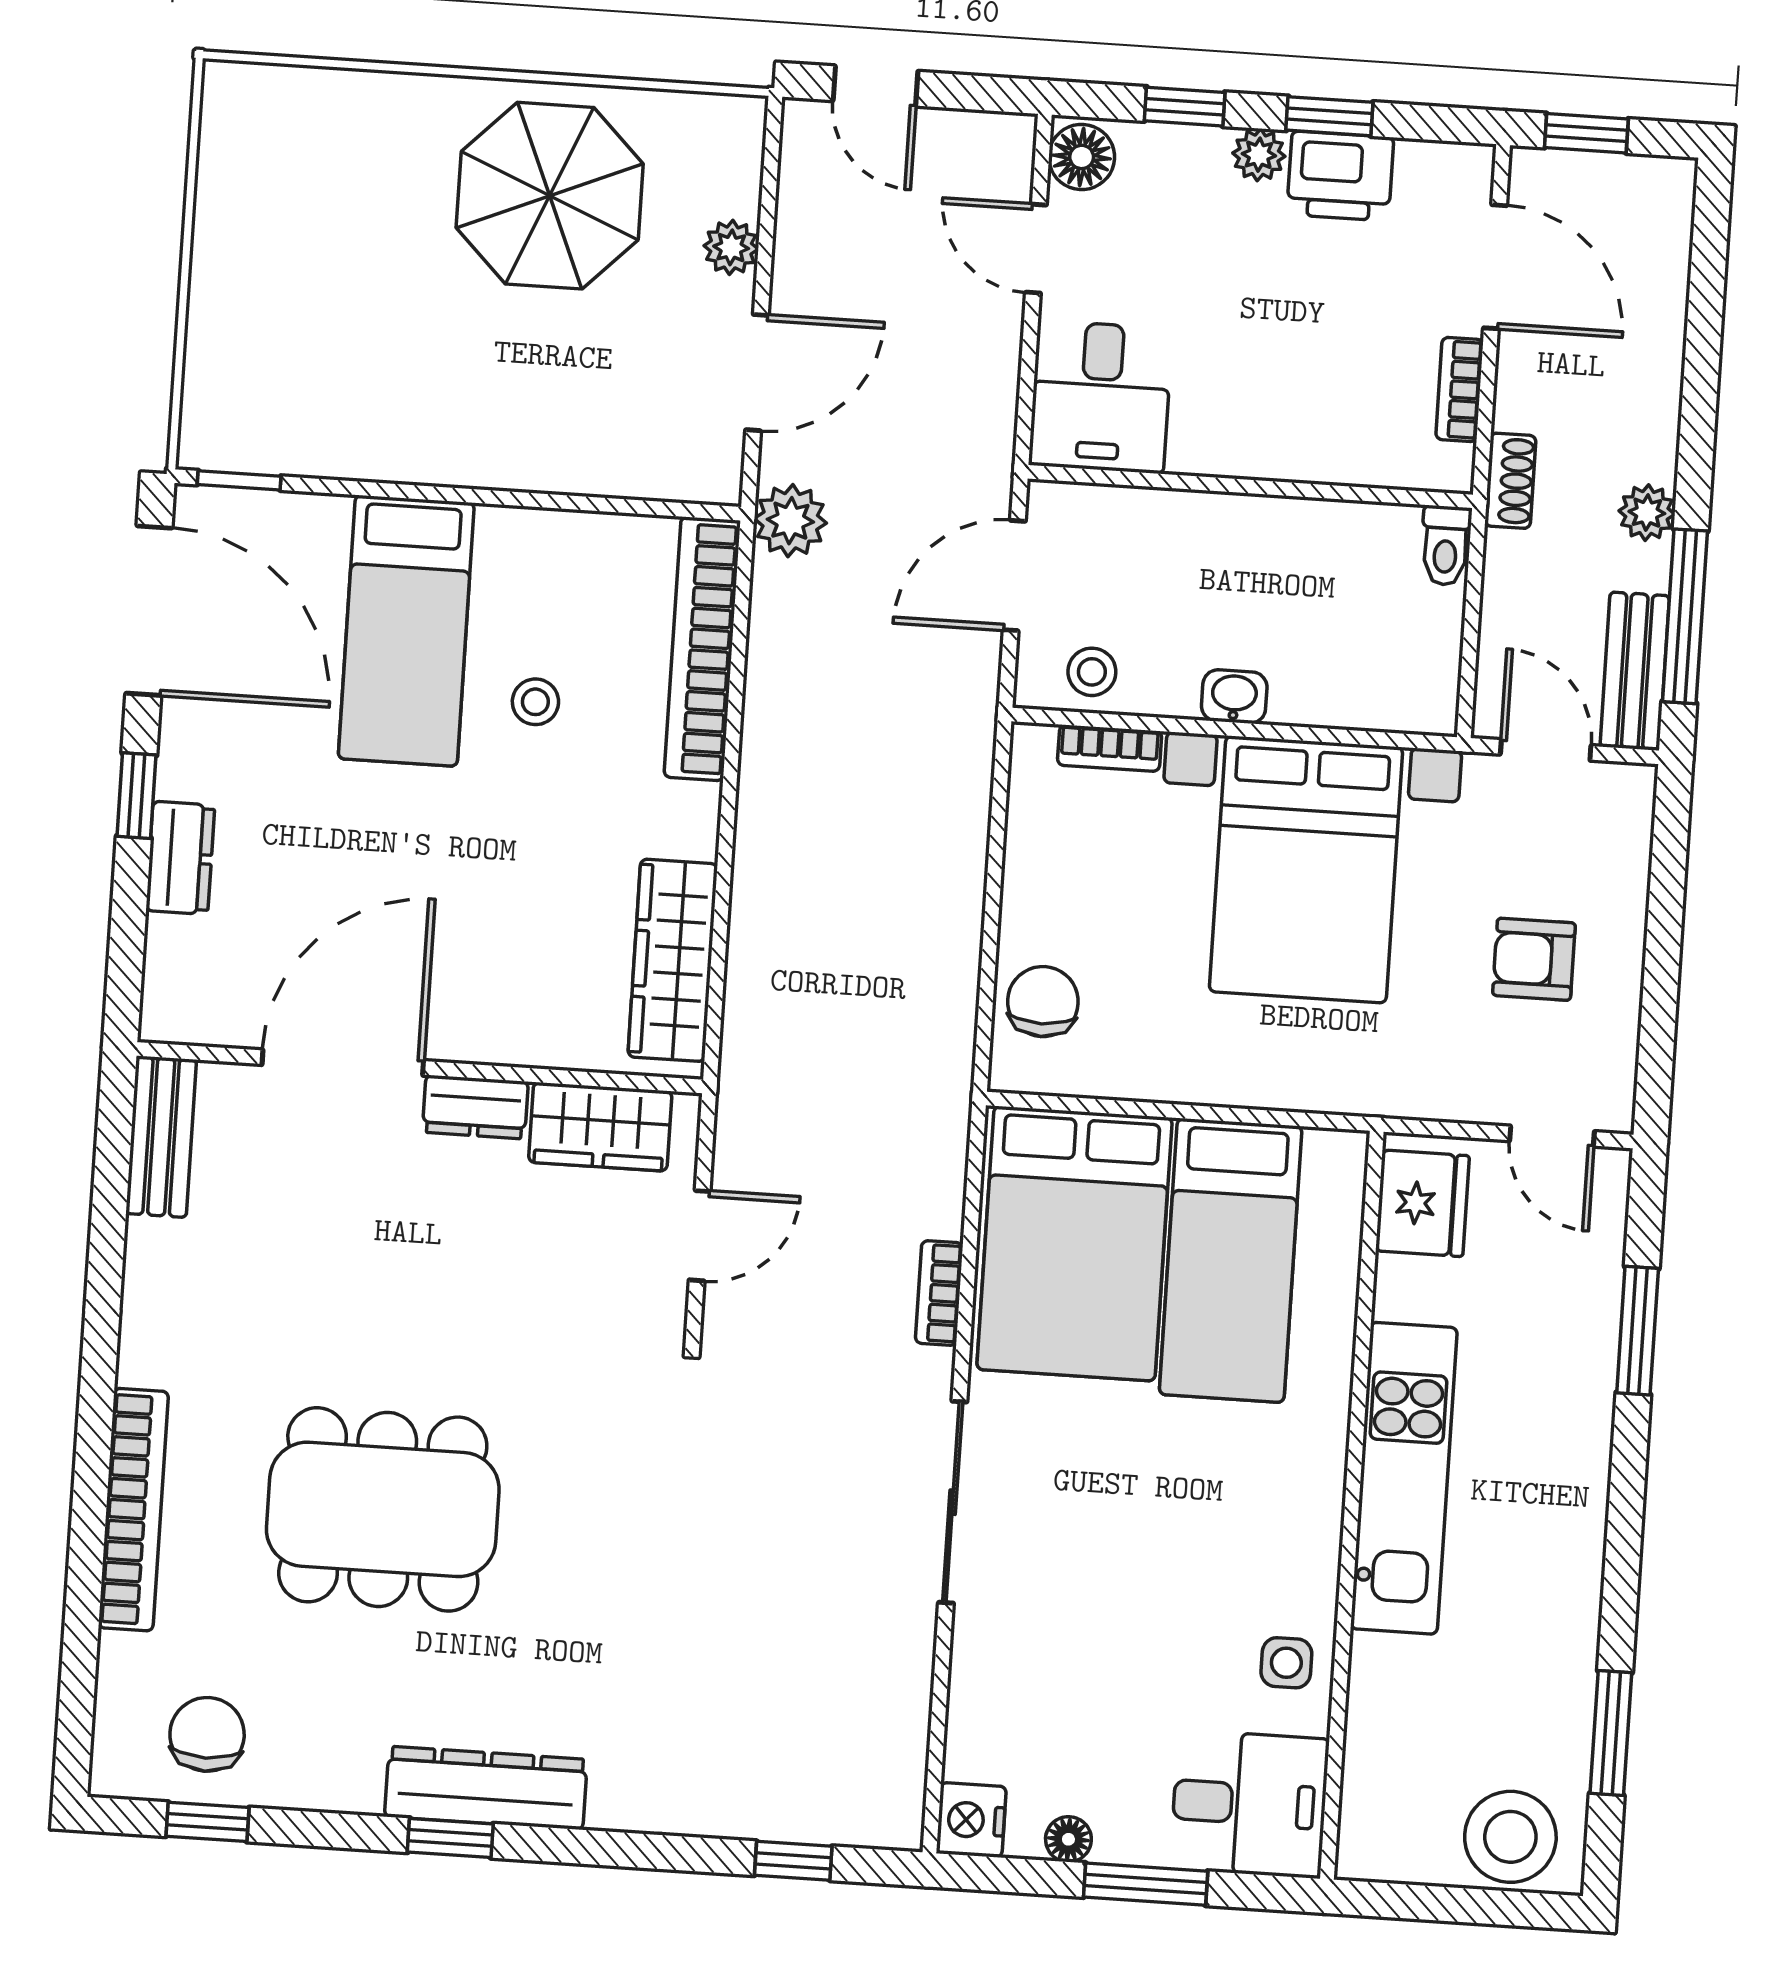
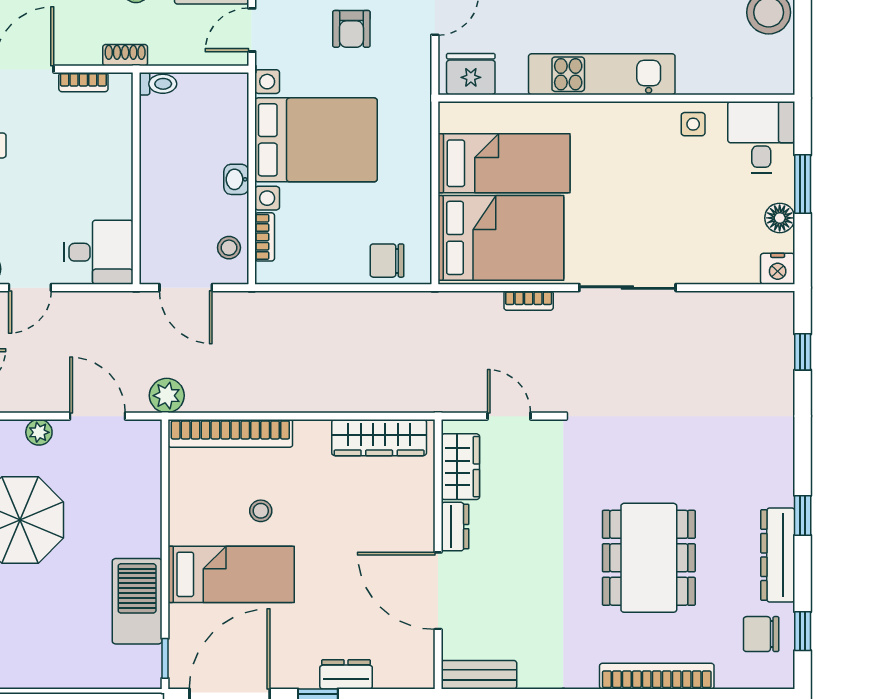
barbecue: (363, 430) -> (137, 601), added
dresser: (486, 1788) -> (778, 555), moved
floor lamp: (1068, 1839) -> (780, 218), width x1.37, depth x1.37

